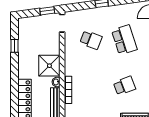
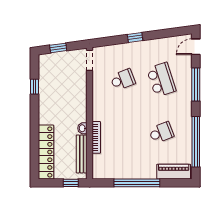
window: (47, 11) -> (58, 48), moved
school desk: (91, 40) -> (123, 80), turned -42
shower: (49, 66) -> (75, 109), removed

